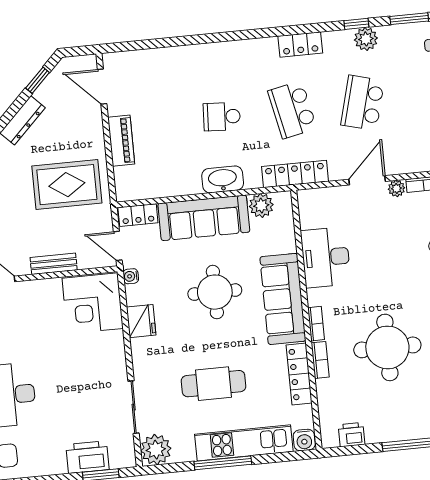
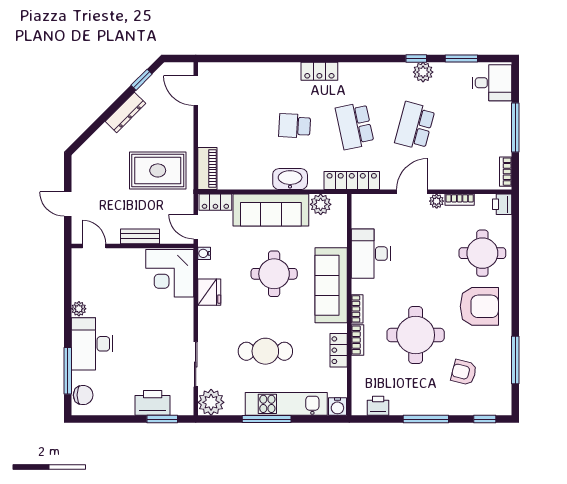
locker: (300, 44) -> (319, 71), moved
piano: (121, 141) -> (207, 168), moved
locker: (299, 374) -> (339, 350), width x0.66

